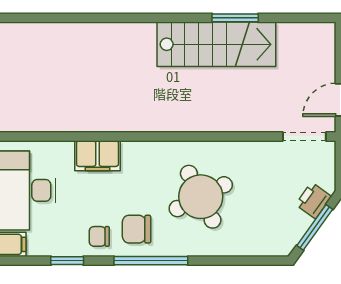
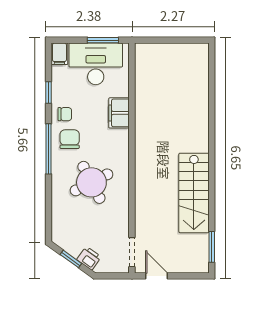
window: (235, 18) -> (212, 247), moved
window: (315, 227) -> (71, 259), width x0.67
chair: (99, 236) -> (65, 114), turned 90

